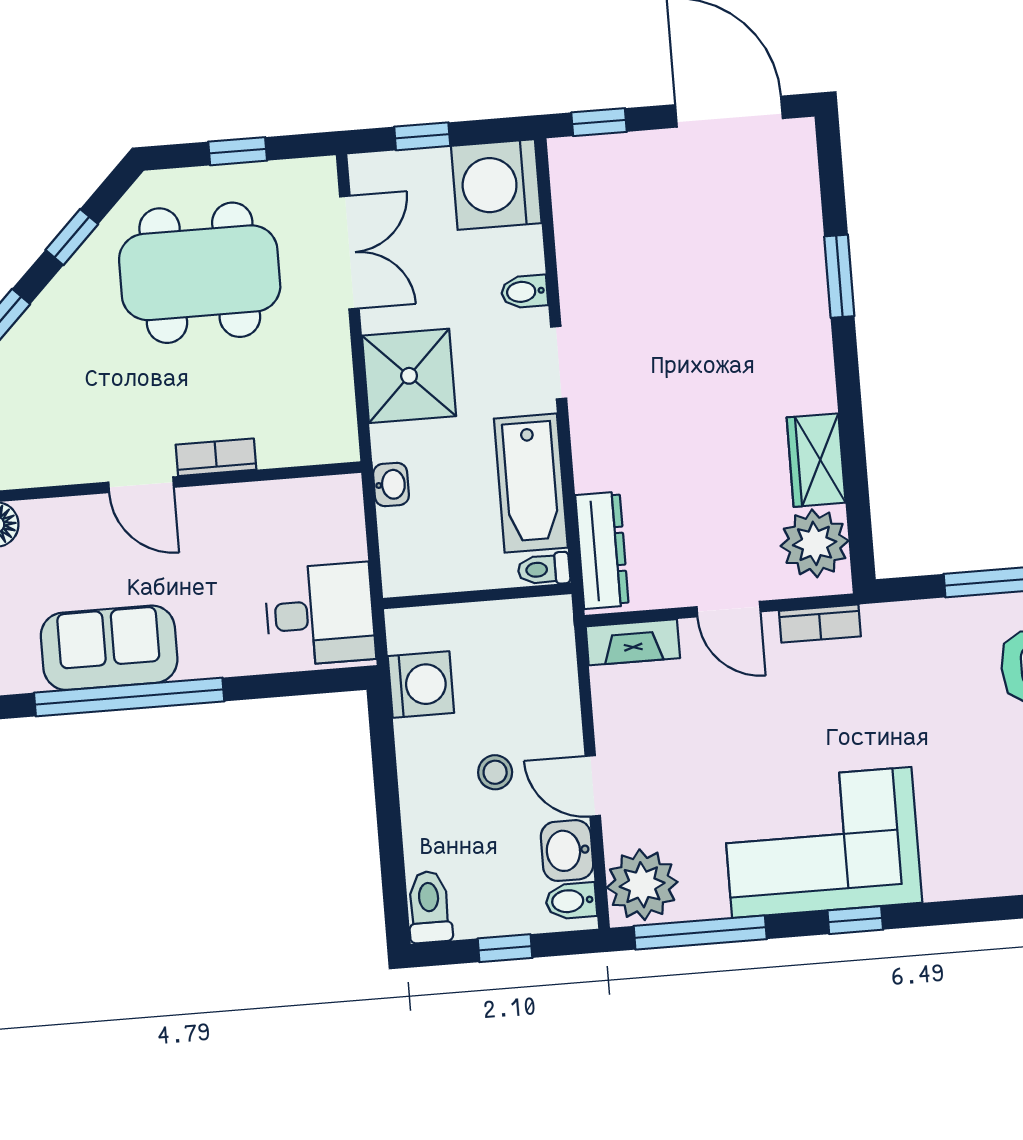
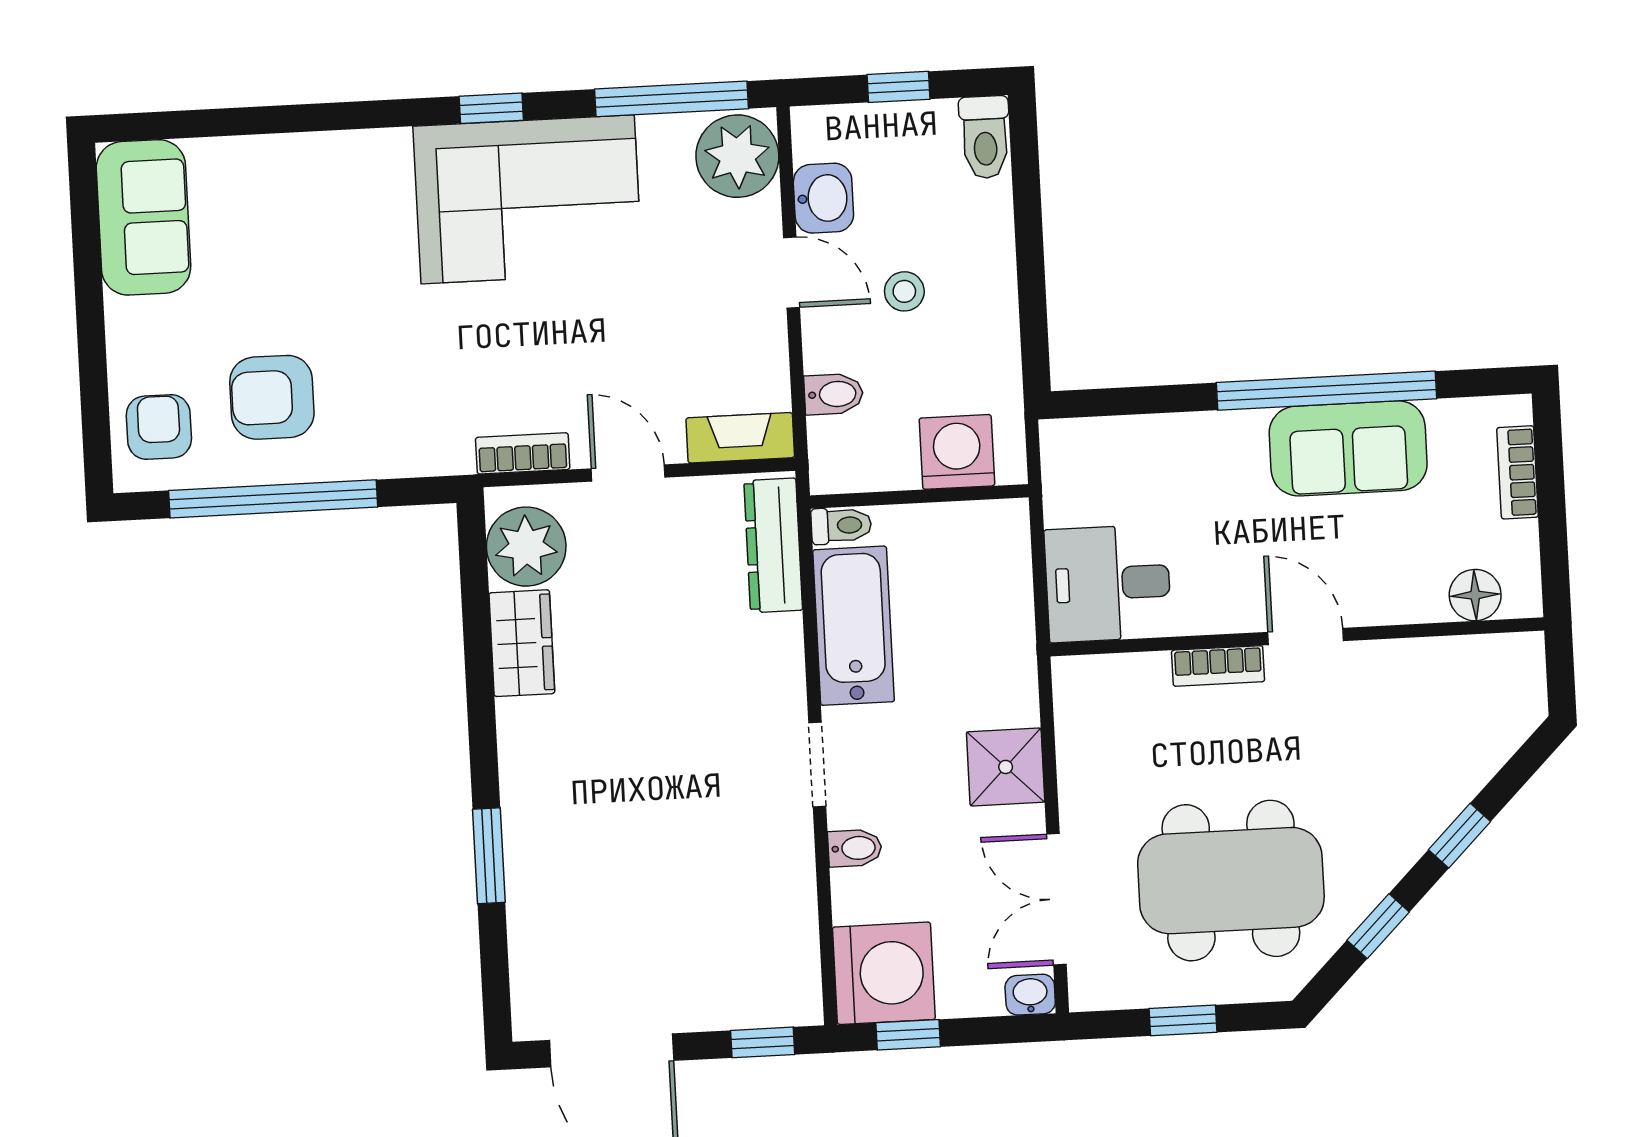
window: (422, 136) -> (908, 1035), moved
shower: (409, 376) -> (1006, 767), width x0.73, depth x0.73
washbasin: (391, 485) -> (1030, 995), moved, turned 90
desk: (320, 614) -> (1108, 583), moved
washing machine: (421, 685) -> (957, 452), moved, turned 90
bidet: (571, 901) -> (834, 394), moved

